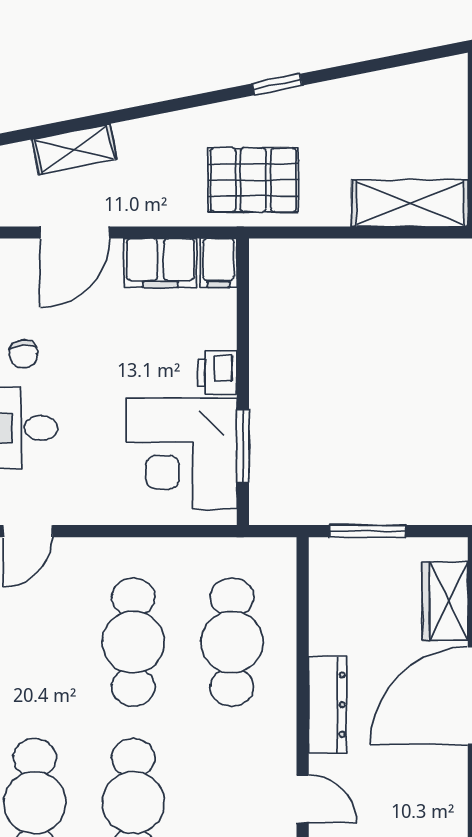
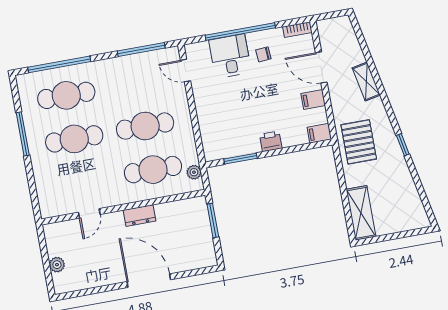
shelving: (74, 149) -> (366, 81), moved
filing cabinet: (160, 263) -> (313, 99), width x0.50
corner desk: (181, 453) -> (232, 132), removed
plant: (254, 553) -> (194, 172), added
wardrobe: (445, 601) -> (188, 260), removed
dresser: (328, 705) -> (139, 216), width x0.70

